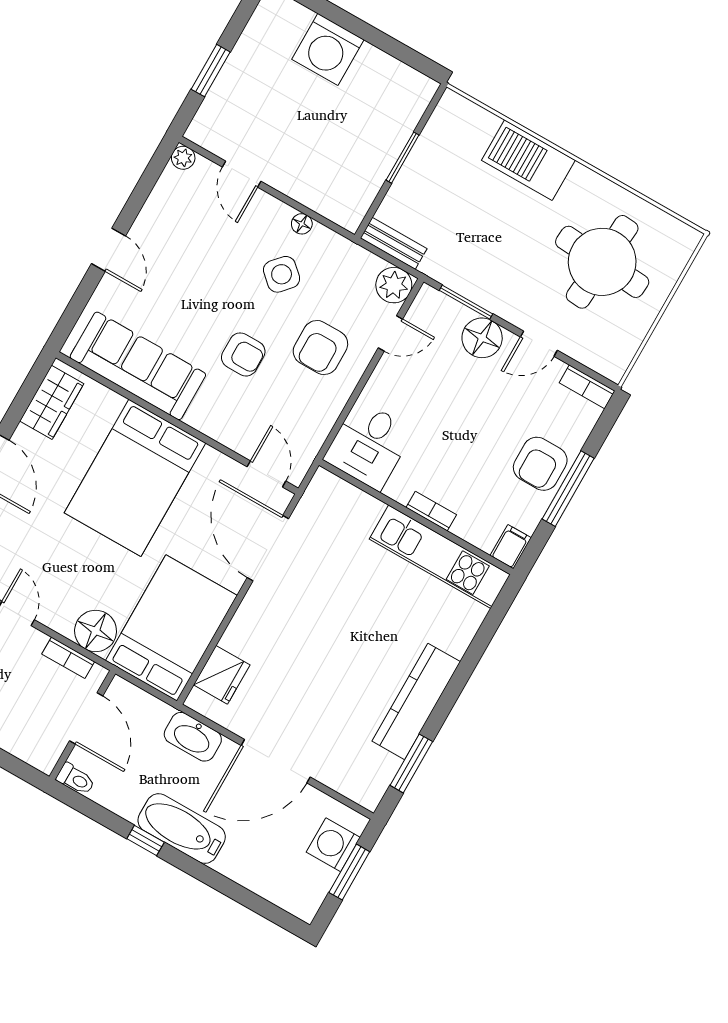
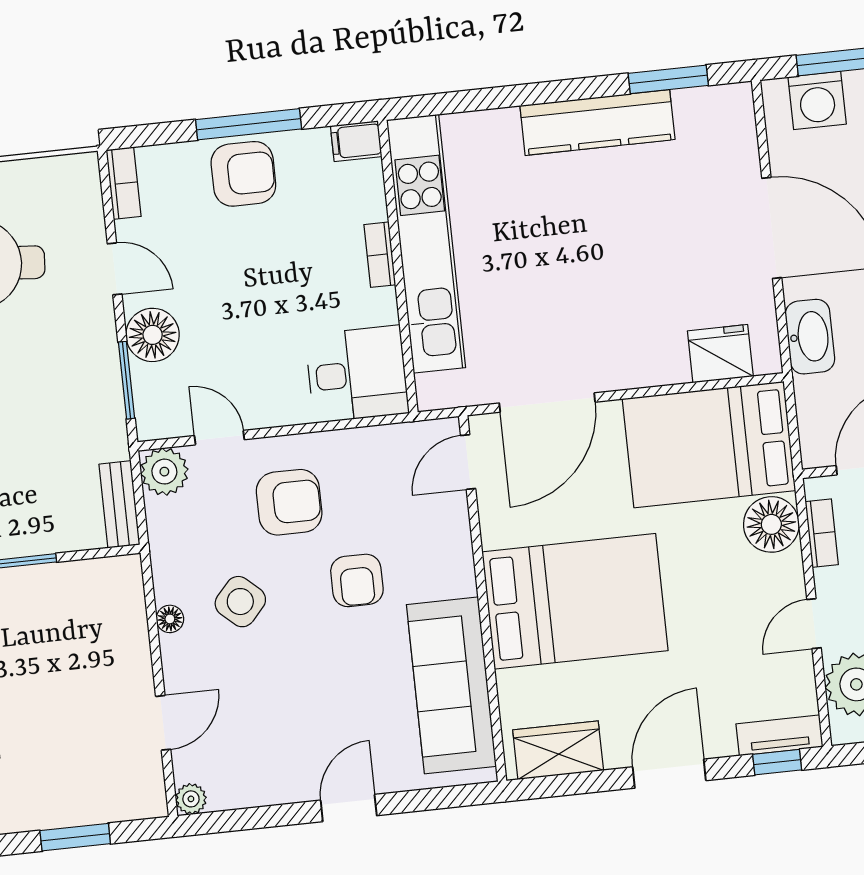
armchair: (243, 354) -> (357, 580), turned 180
kitchen unit: (440, 557) -> (426, 244), width x1.36

